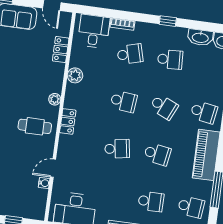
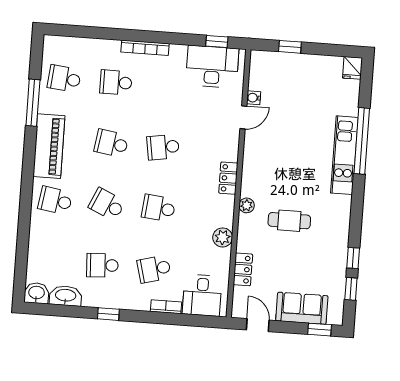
cafe table: (35, 126) -> (289, 221), moved

